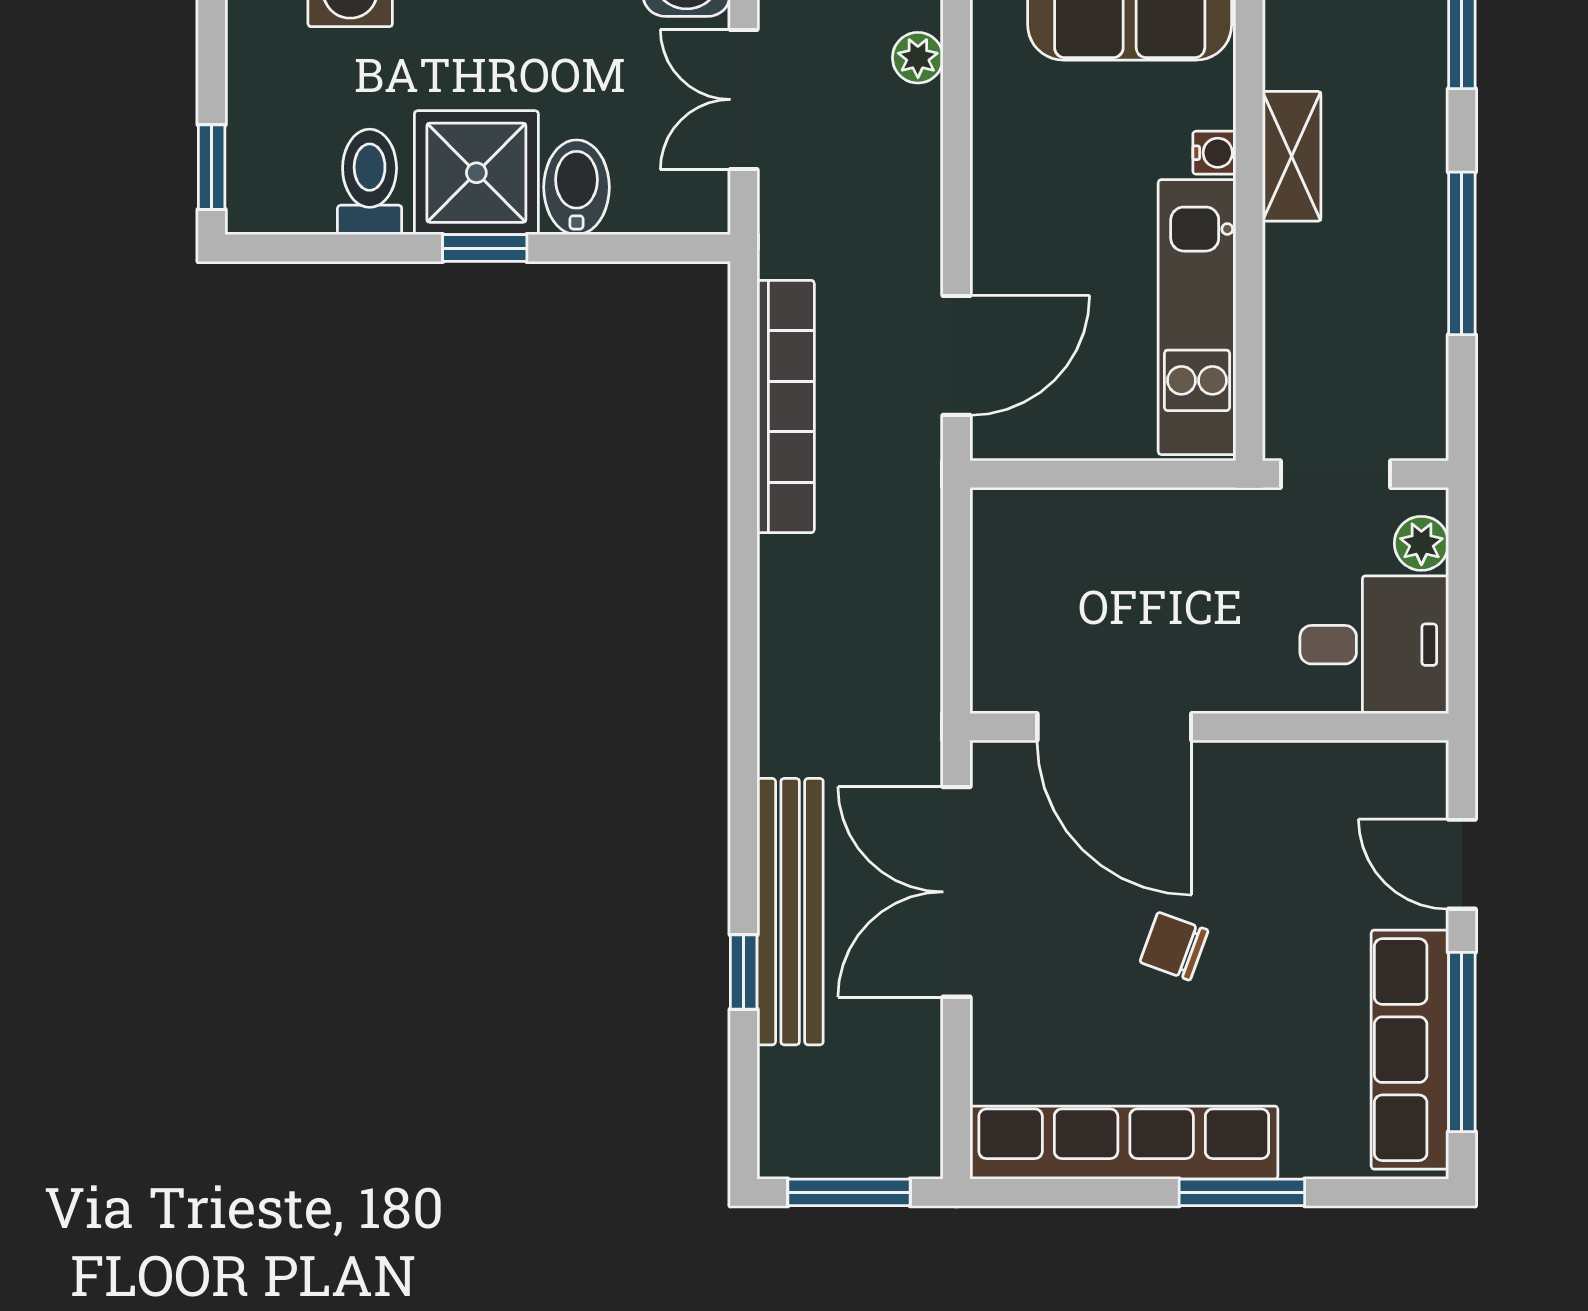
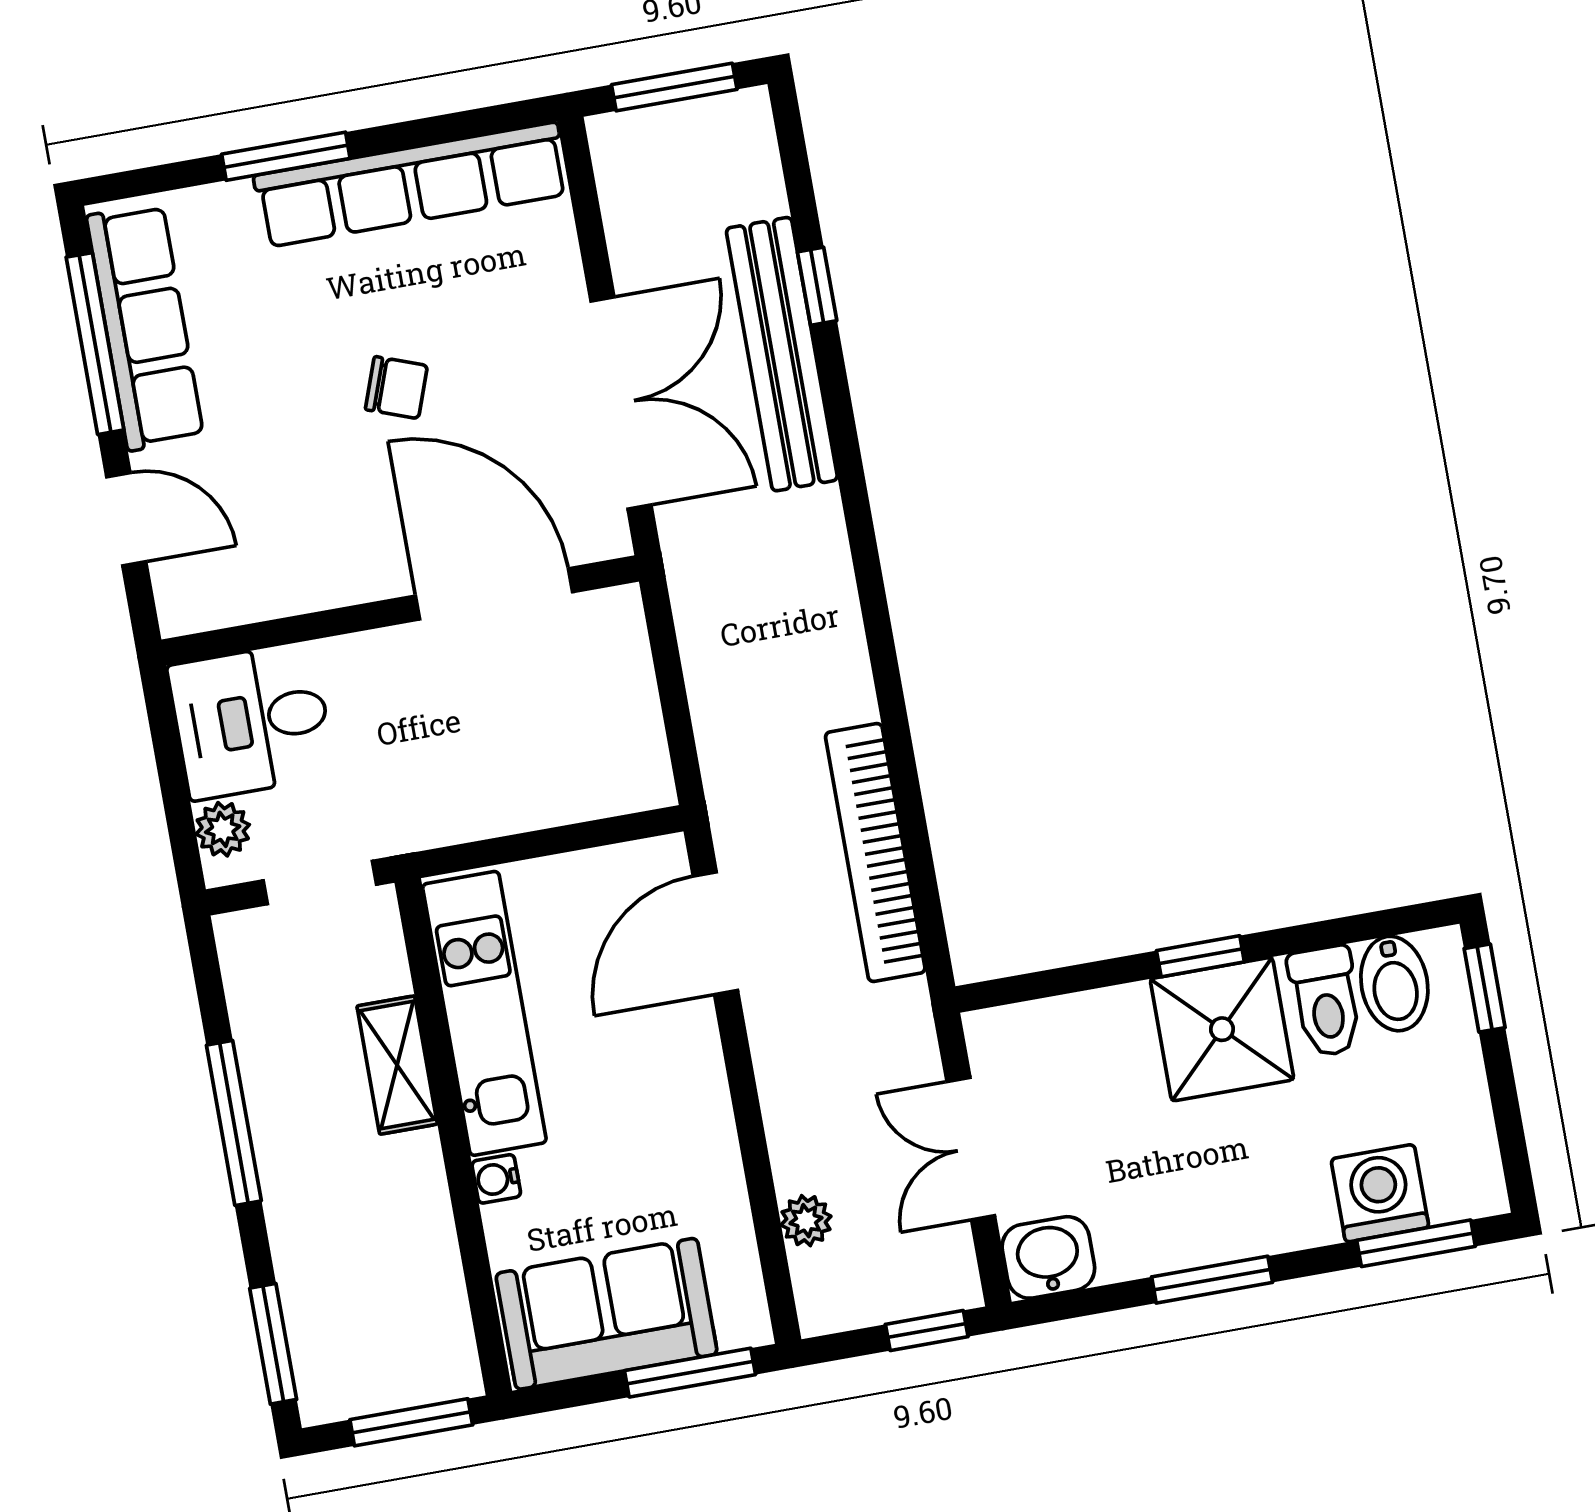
double door: (744, 99) -> (971, 1149), swing flipped
shelving: (1292, 156) -> (397, 1065), moved
bidet: (576, 187) -> (1394, 984), moved

